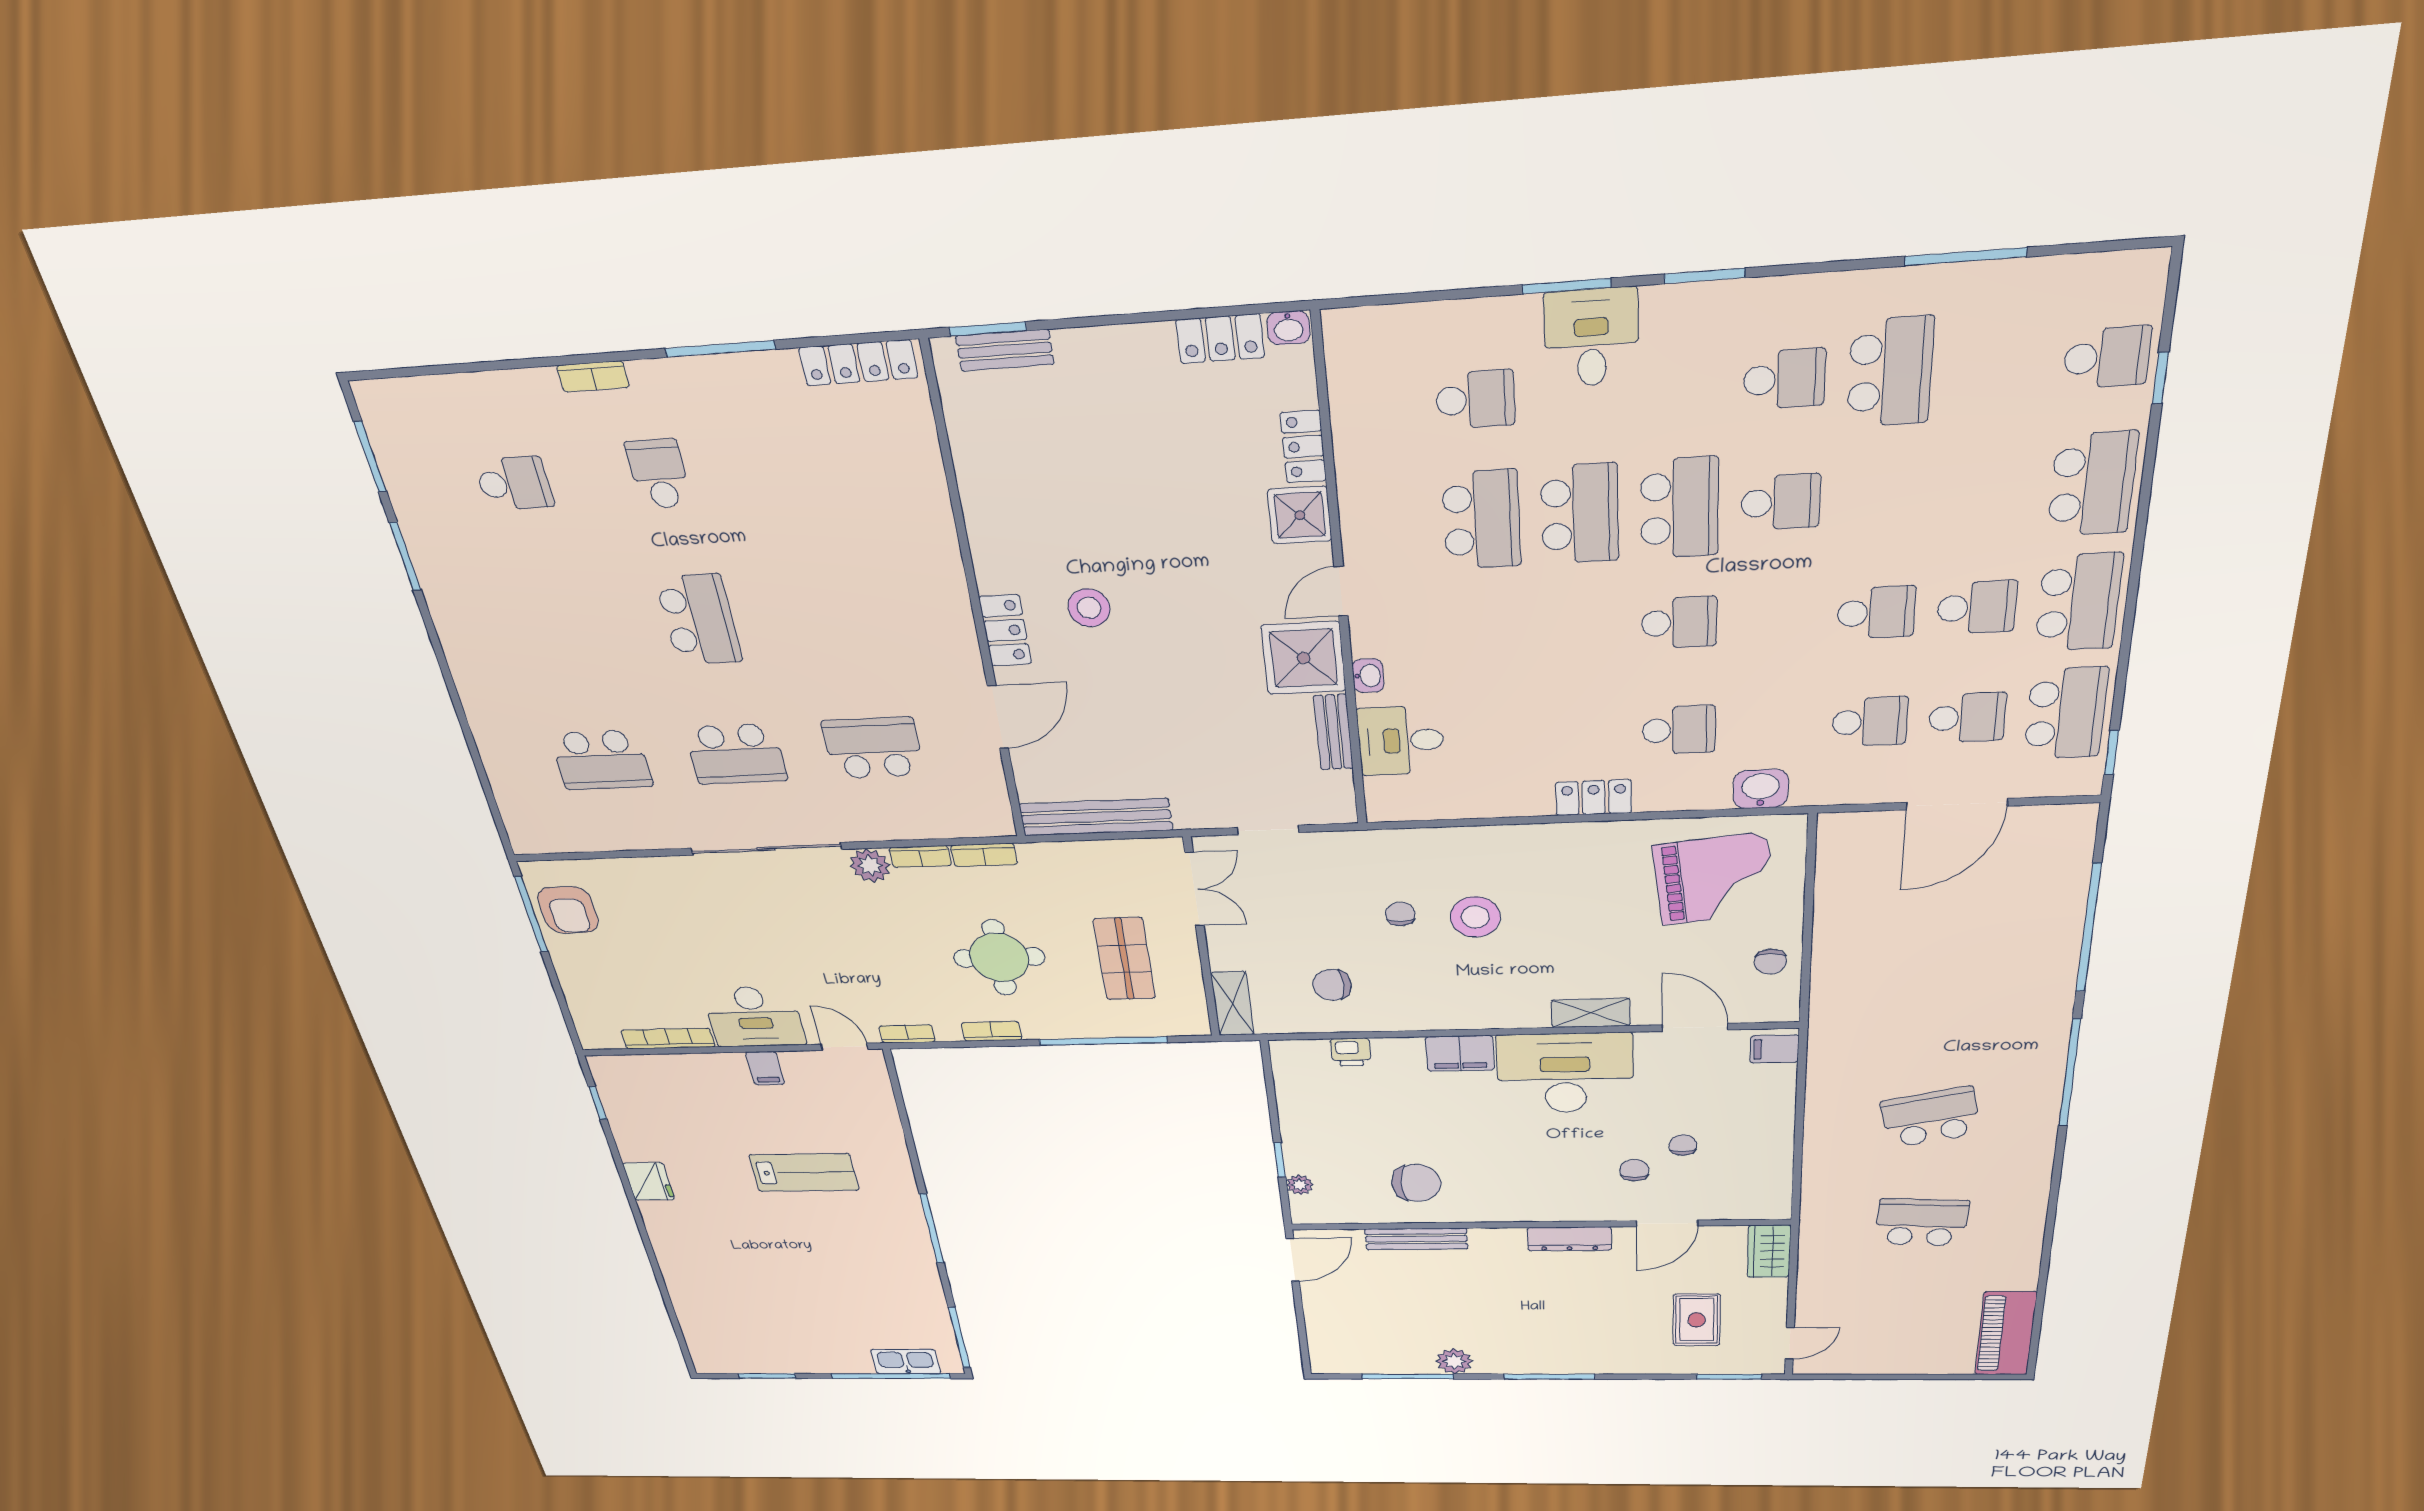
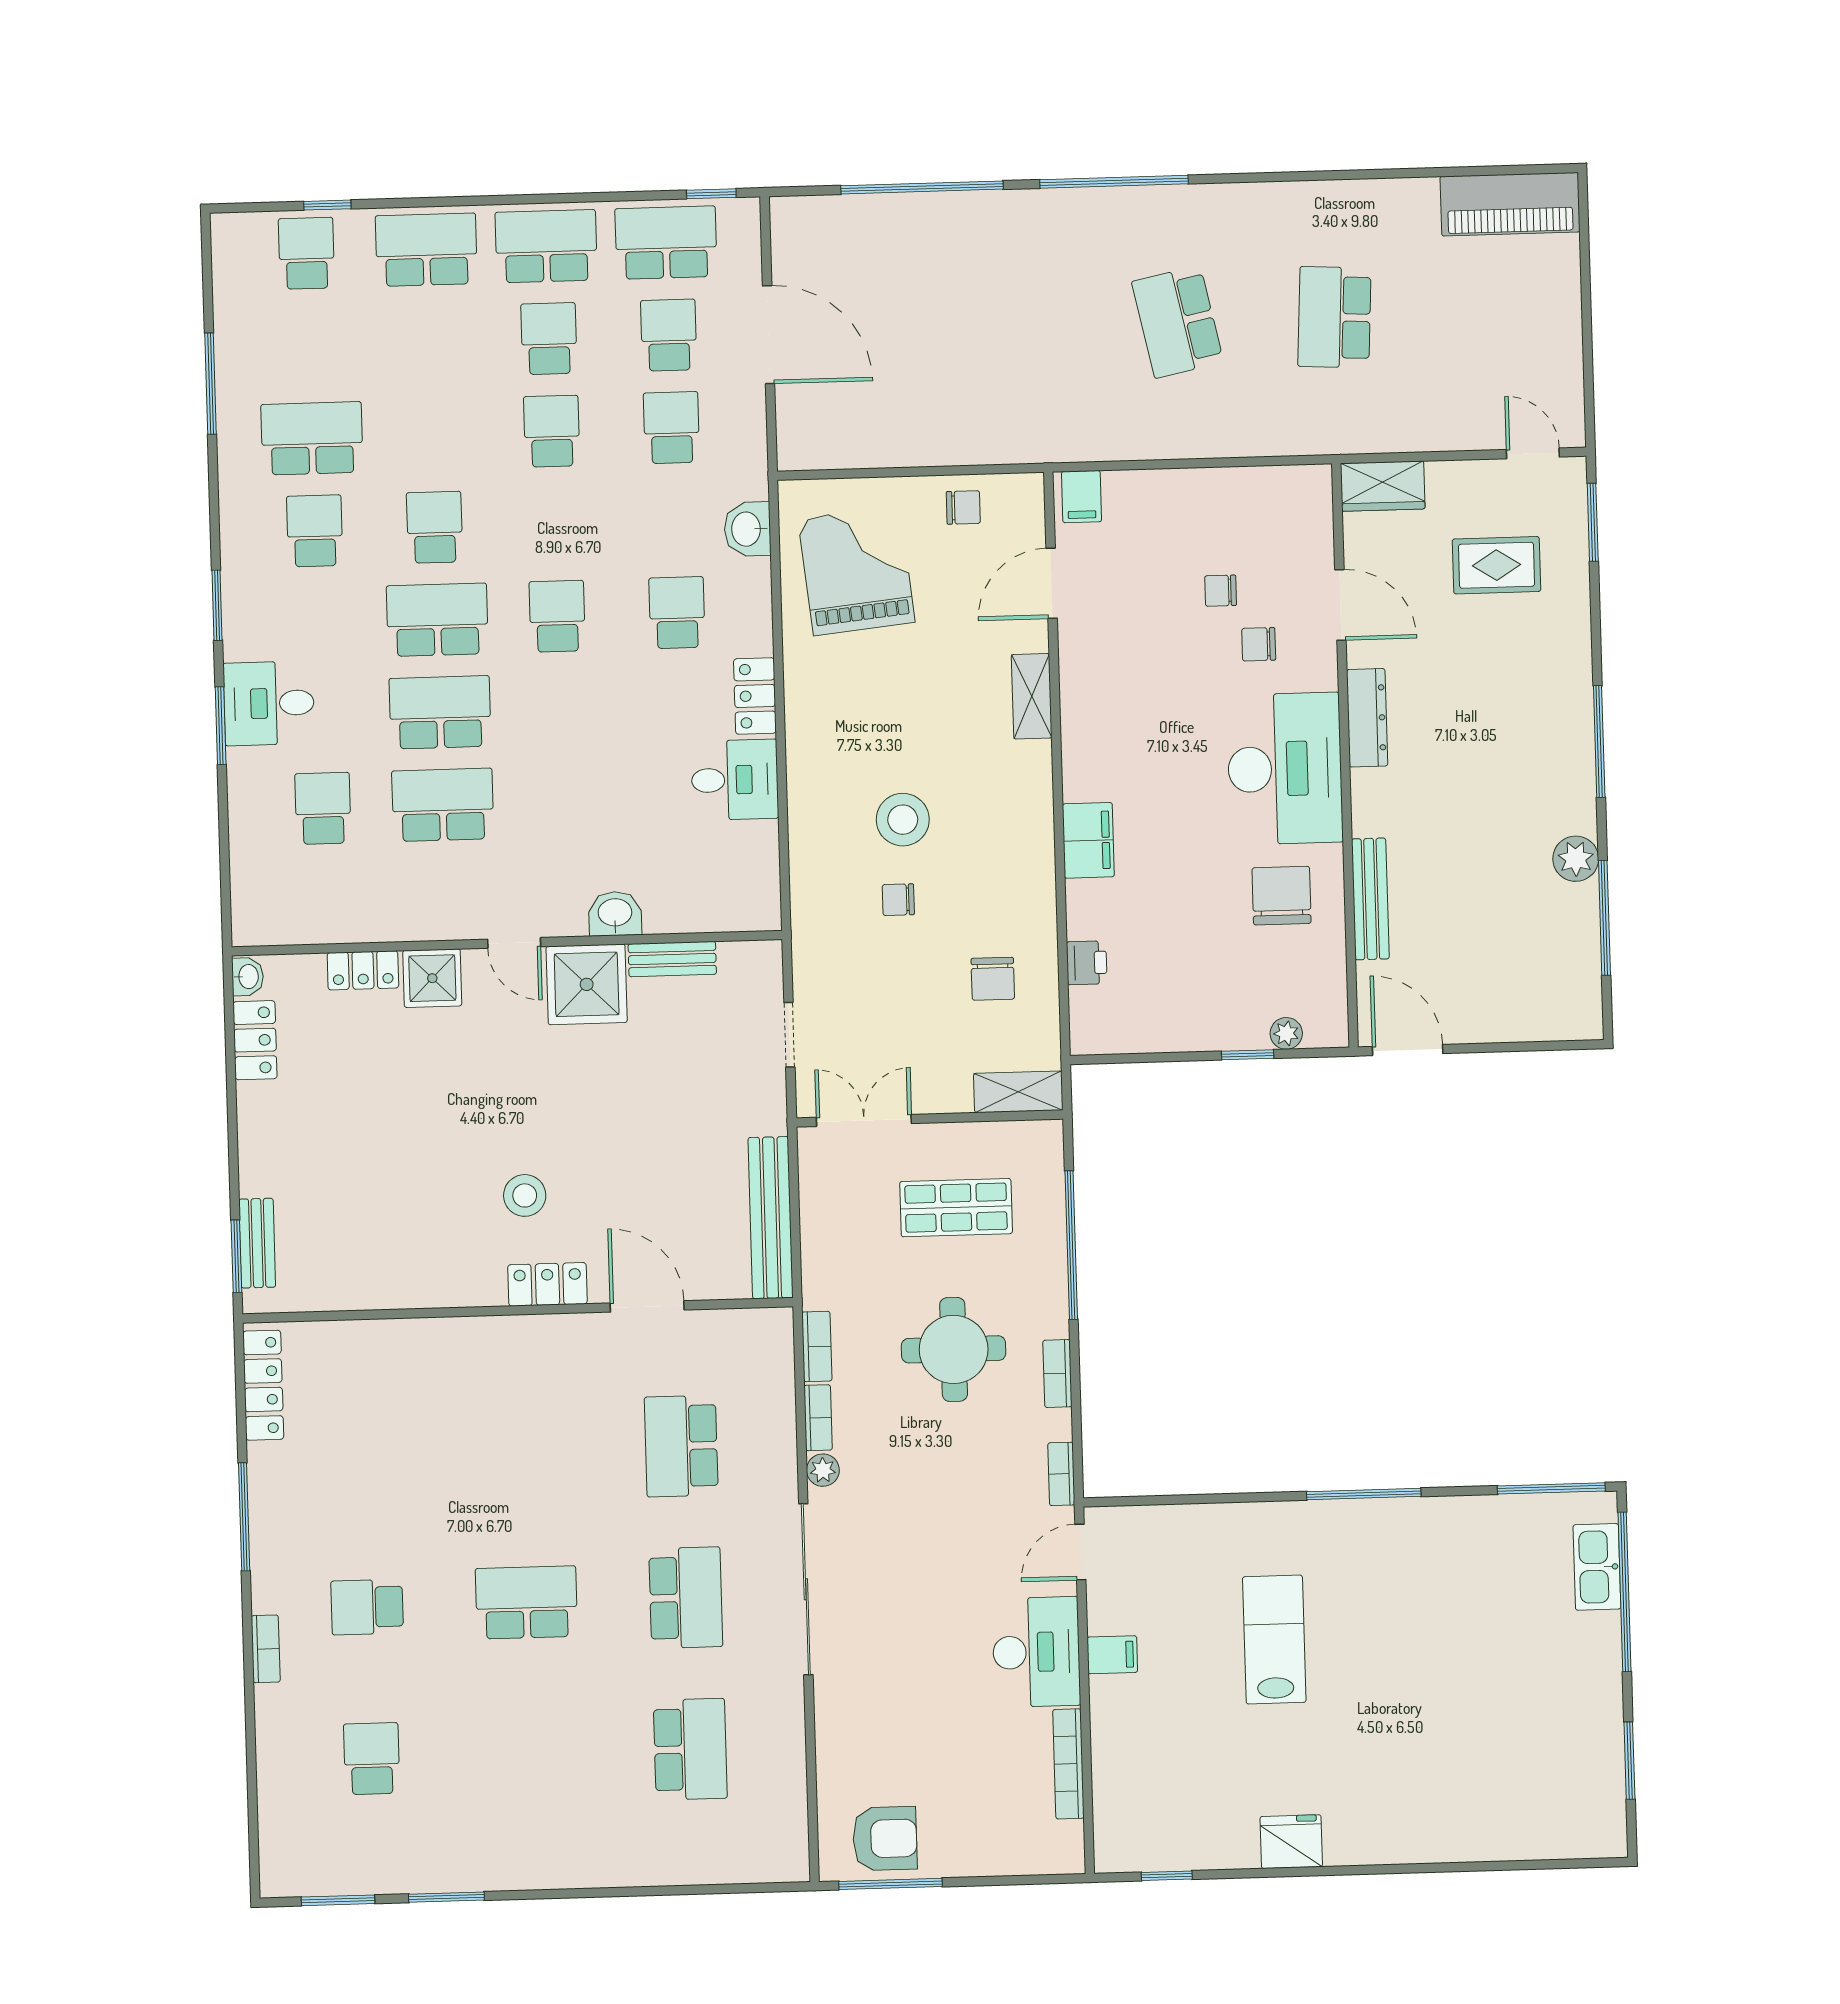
washbasin: (1368, 676) -> (615, 914), width x1.38, depth x1.45
desk: (1401, 741) -> (735, 780), moved, turned -90
plant: (870, 866) -> (823, 1470), width x0.73, depth x0.73
desk: (1565, 1073) -> (1285, 769), moved, turned 180

